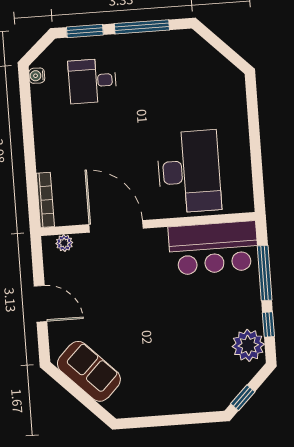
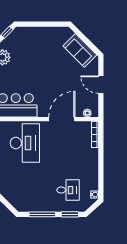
desk: (189, 172) -> (25, 143), turned 180
door: (116, 226) -> (62, 119), swing flipped

